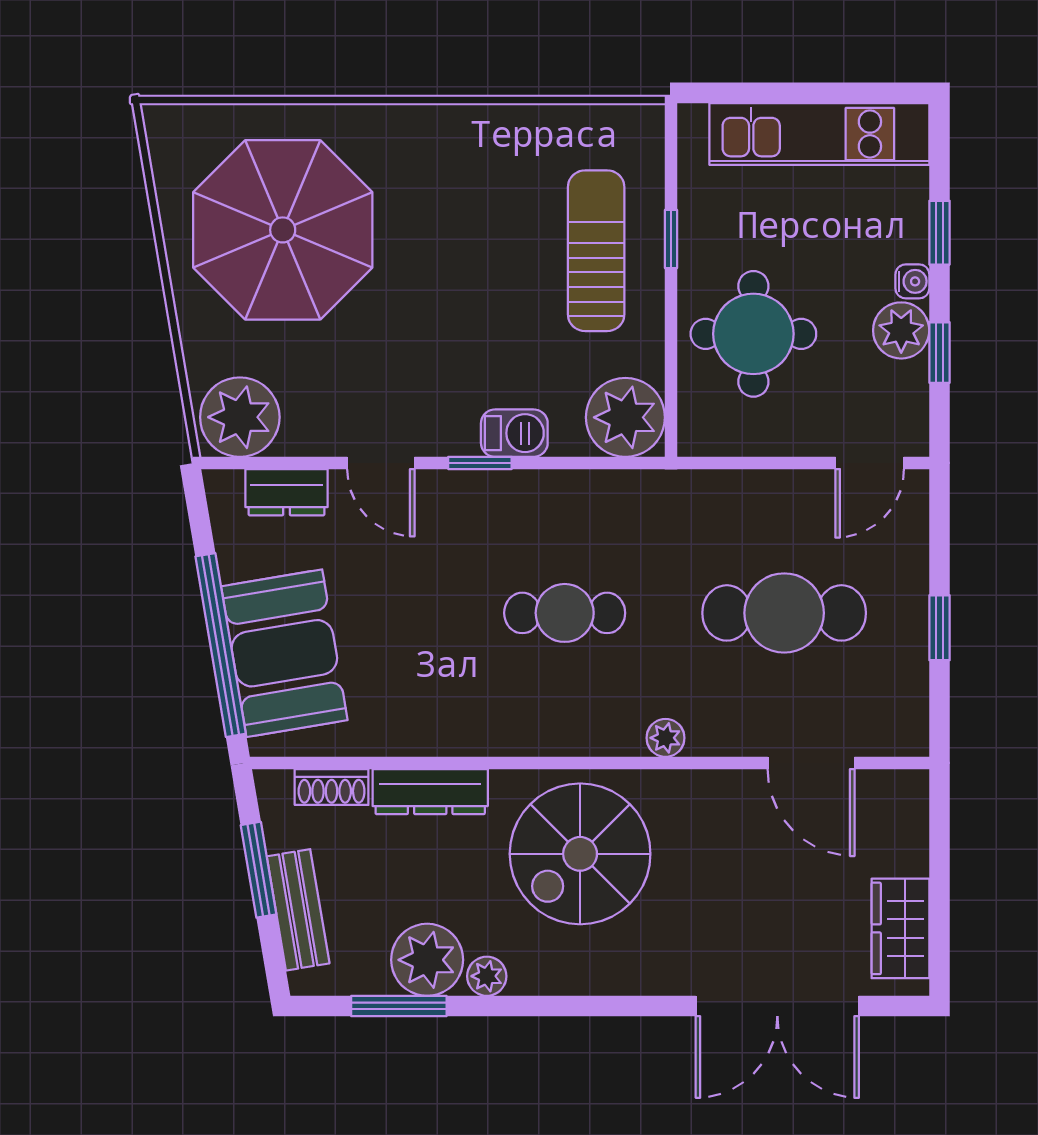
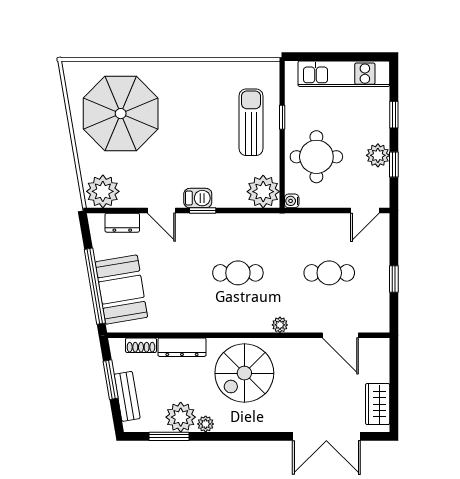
water cooler: (912, 281) -> (292, 201), moved, turned 180
barbecue: (514, 433) -> (198, 198), moved
cafe table: (784, 613) -> (329, 273), width x0.73, depth x0.74

